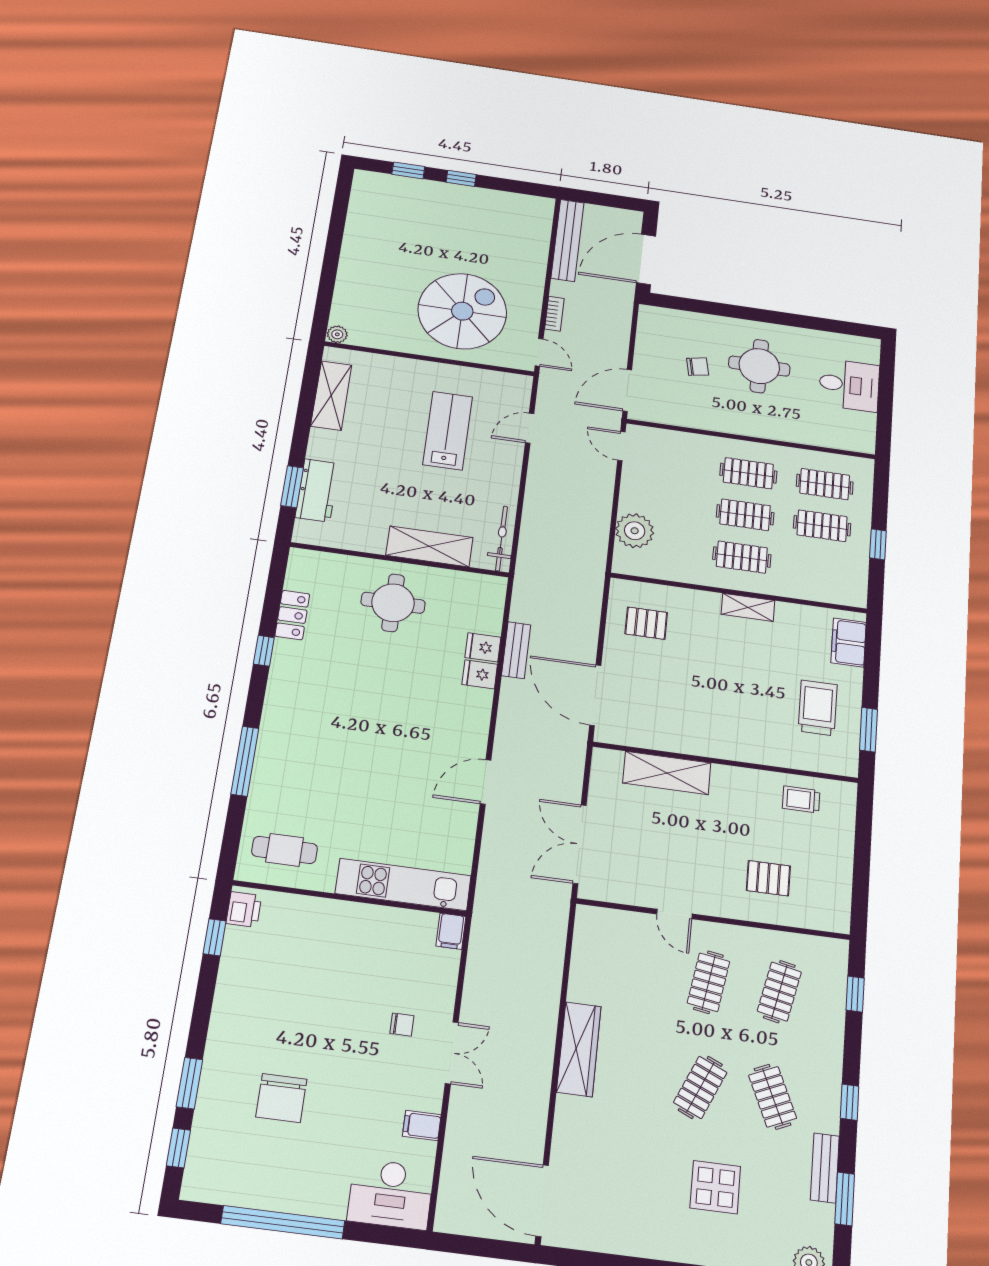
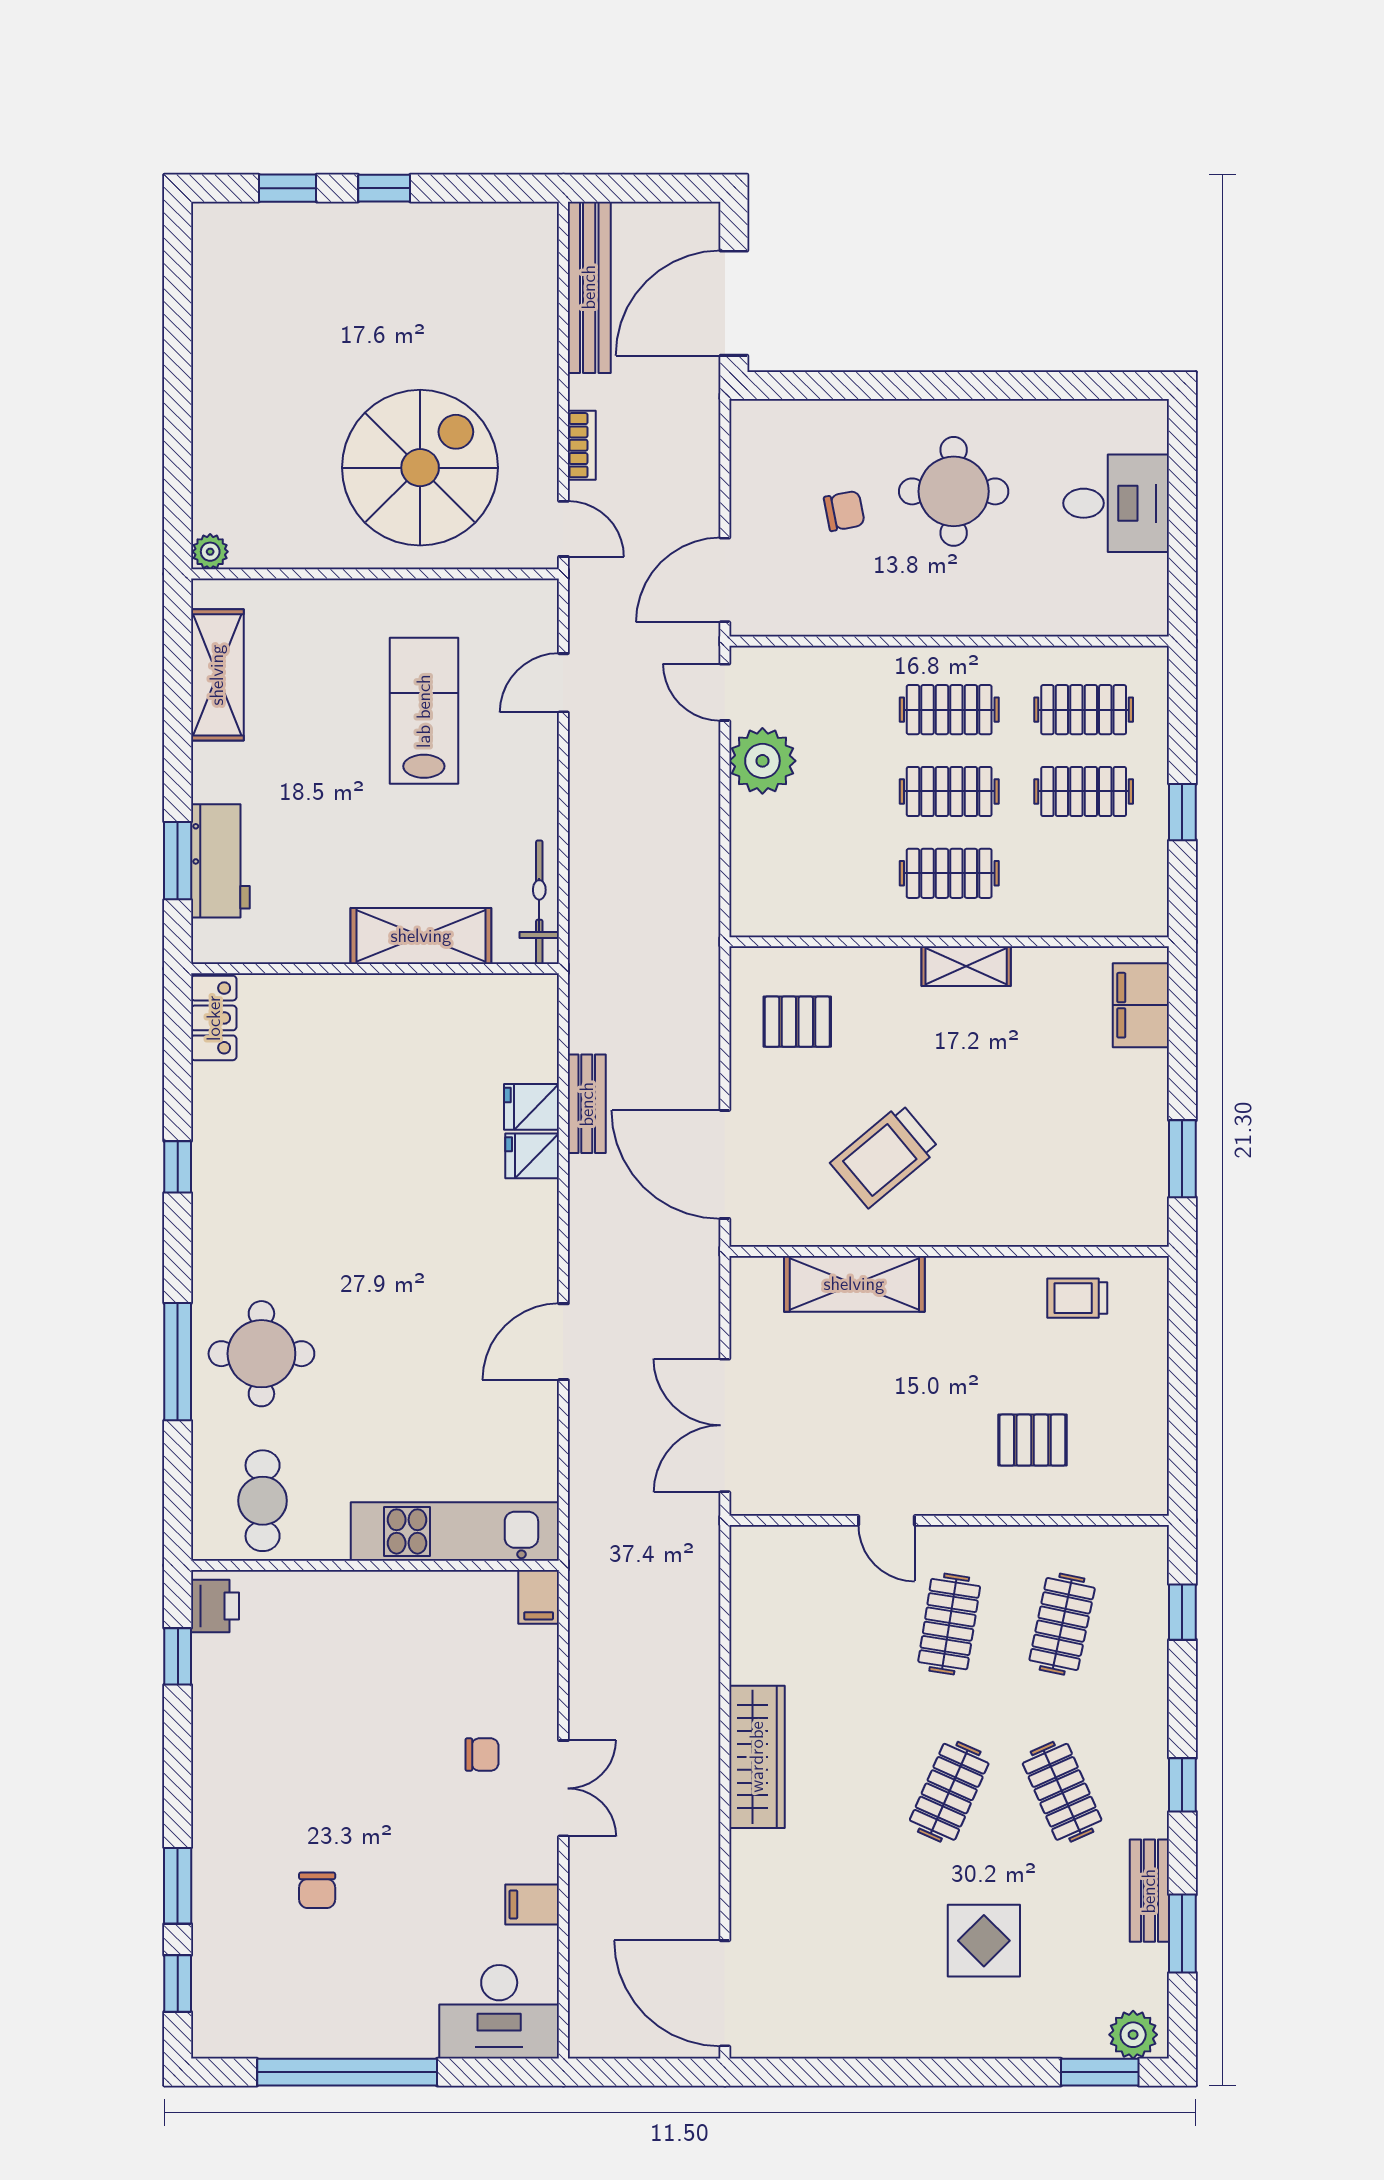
plant: (635, 531) -> (762, 761), moved
round table: (393, 603) -> (261, 1354), moved
locker: (292, 615) -> (214, 1018), moved
trolley: (818, 708) -> (885, 1156), moved, turned -130
cafe table: (285, 850) -> (263, 1501), turned 90
chair: (281, 1098) -> (317, 1890), width x0.54, depth x0.54

